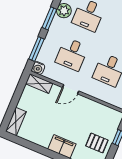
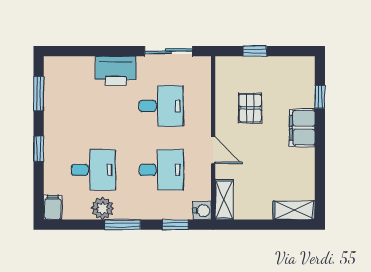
window: (37, 49) -> (175, 225), width x0.67
pallet: (97, 143) -> (250, 108), moved

